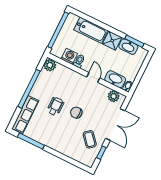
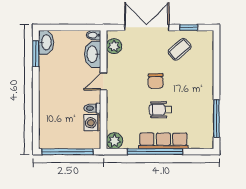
bathtub: (91, 30) -> (48, 112), removed
shower: (112, 41) -> (48, 81), removed
washbasin: (128, 47) -> (46, 42), moved
row of seats: (25, 115) -> (163, 141), moved

